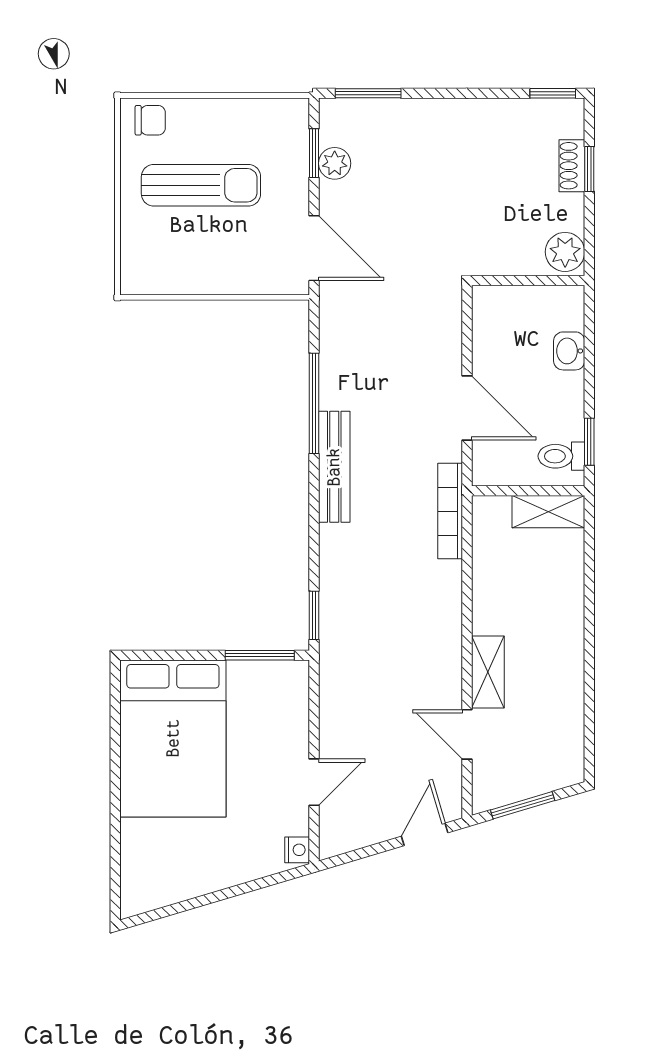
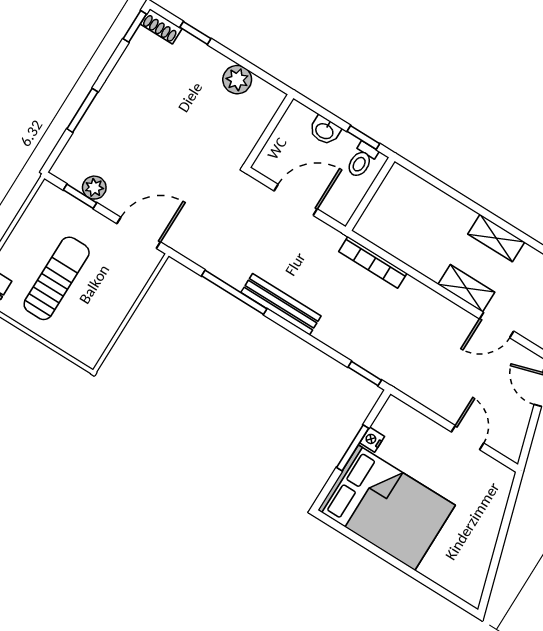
window: (368, 93) -> (82, 110), moved
shoe rack: (572, 166) -> (161, 26), moved
wall: (528, 281) -> (269, 131), moved
washbasin: (569, 351) -> (325, 131), moved
bookcase: (450, 511) -> (373, 262), moved
shelving: (548, 512) -> (496, 238), moved, turned 90
window: (260, 655) -> (353, 448), moved
nightstand: (297, 850) -> (372, 440), moved, turned -90

